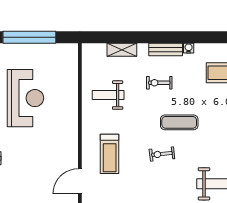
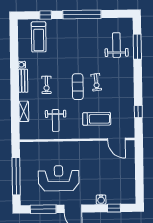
exercise mat: (179, 122) -> (78, 87), moved

